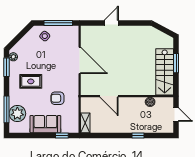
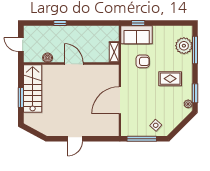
door: (111, 23) -> (75, 139), moved
door: (80, 60) -> (120, 100), hinge flipped
door: (109, 96) -> (74, 64), moved
shelving: (85, 123) -> (114, 52), moved
sofa: (45, 124) -> (137, 35), moved

